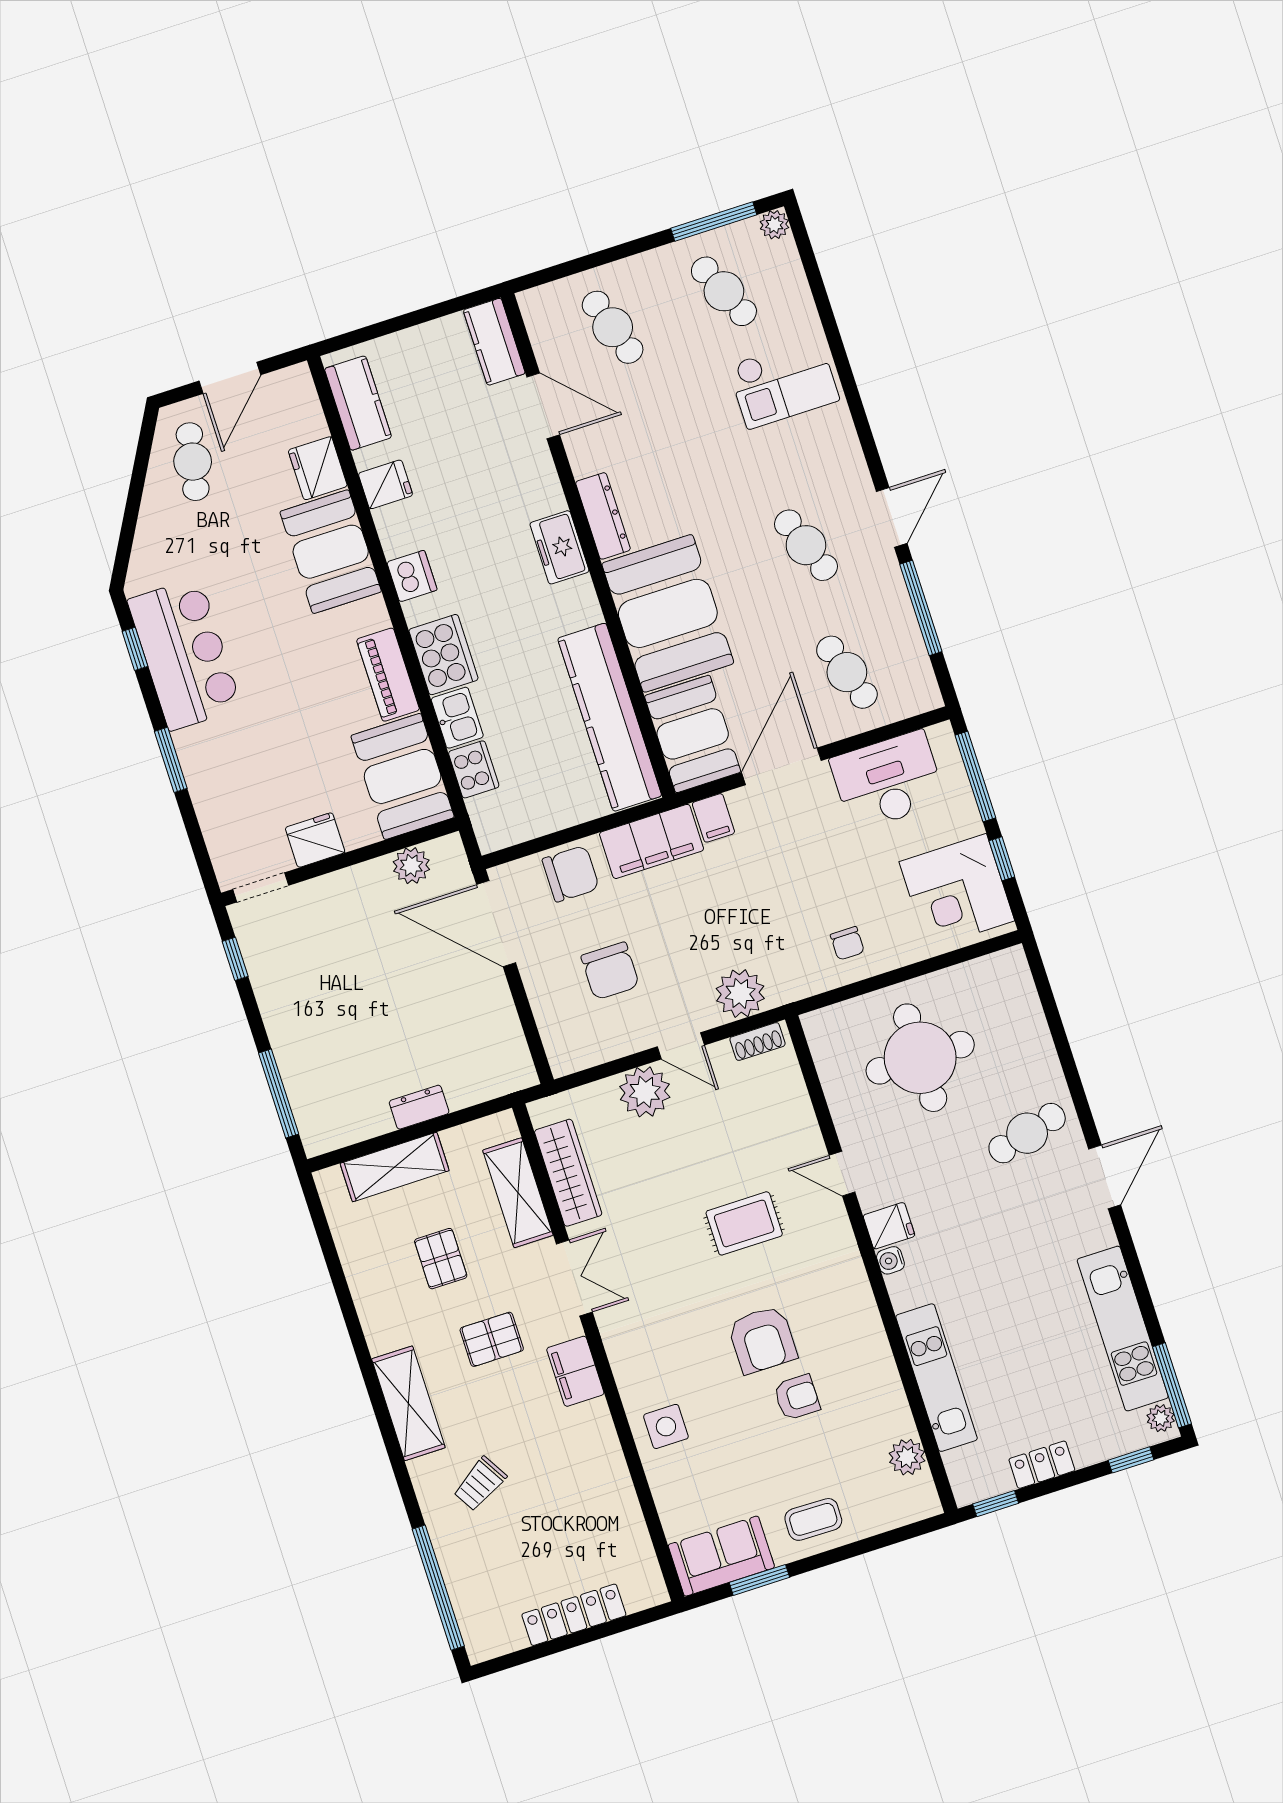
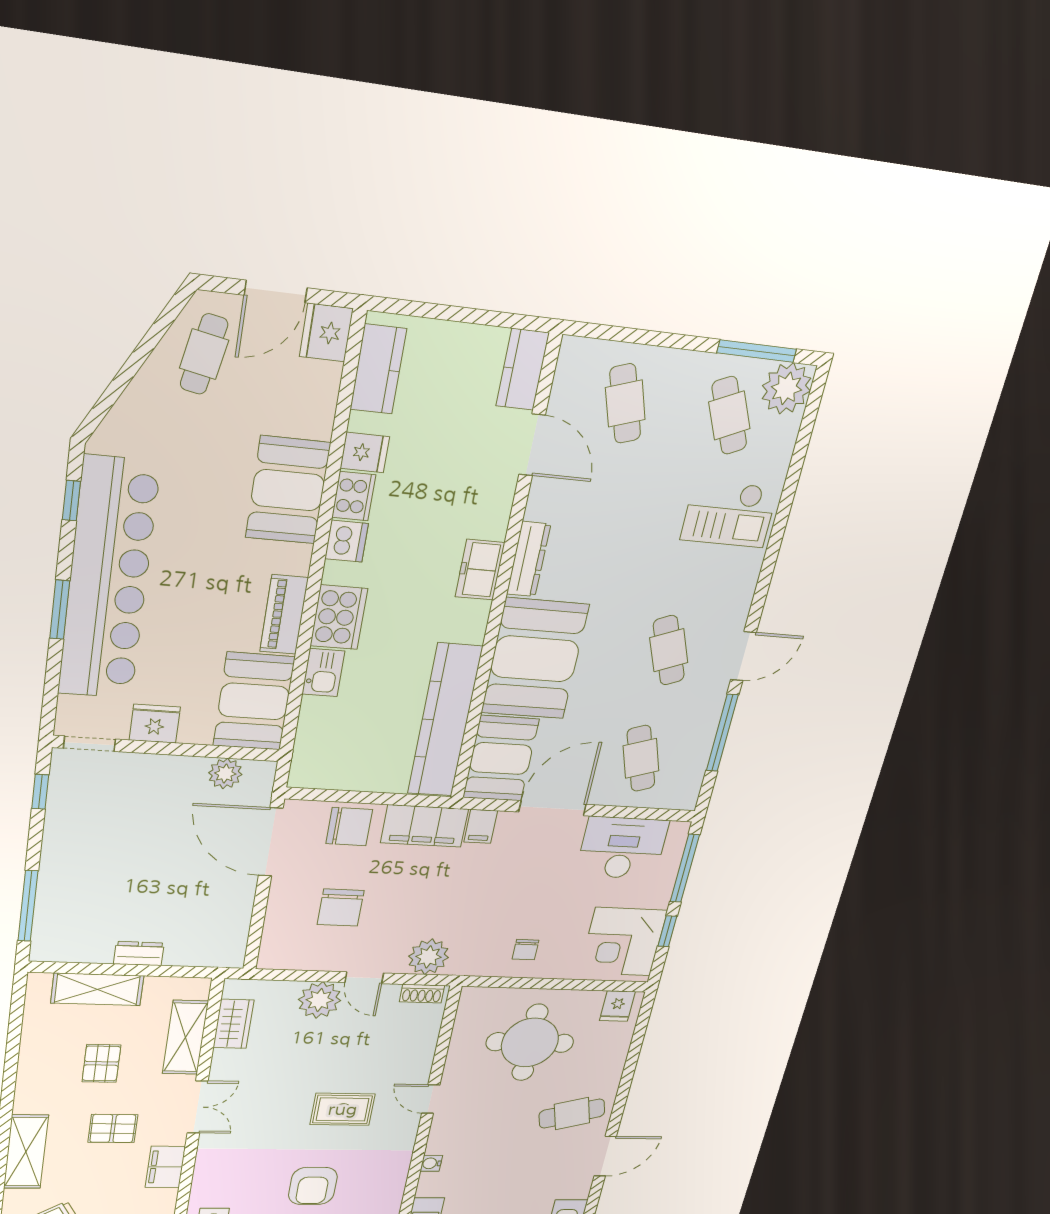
plant: (774, 225) -> (787, 388), width x1.87, depth x1.87
fridge: (318, 468) -> (326, 333), moved
bar counter: (185, 654) -> (108, 580), width x1.86
cooker: (474, 769) -> (354, 496), moved
wardrobe: (568, 1173) -> (233, 1024), width x0.67
fridge: (889, 1226) -> (617, 1006), moved, turned 90

